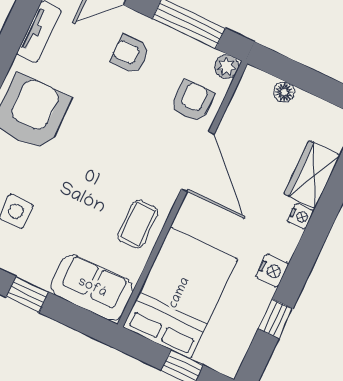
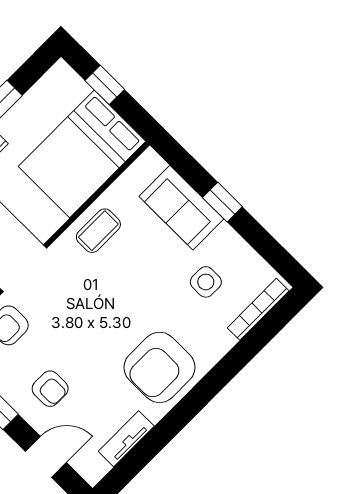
sofa: (92, 288) -> (181, 208), moved

